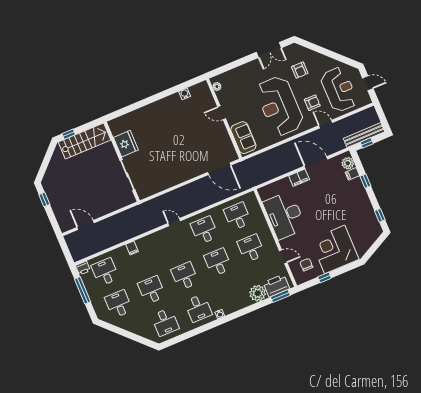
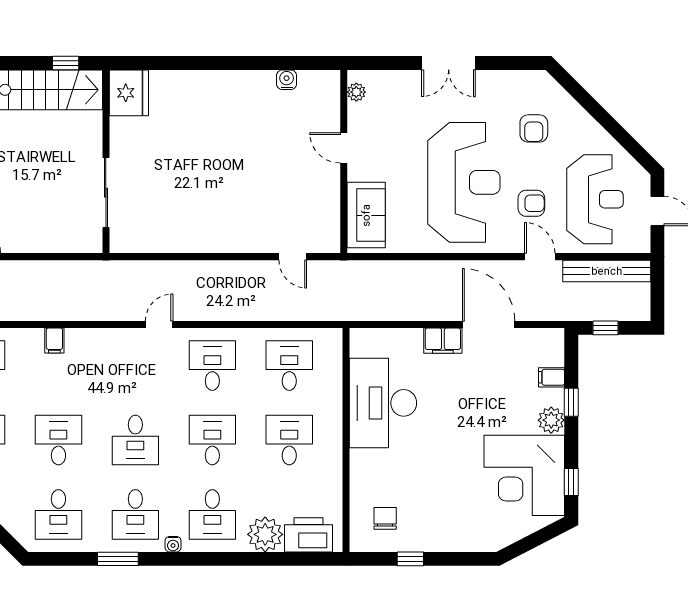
double door: (269, 50) -> (449, 63), moved
reception desk: (279, 106) -> (464, 182), turned 180
window: (69, 134) -> (66, 63), moved
bench: (364, 135) -> (607, 271), moved
fridge: (126, 144) -> (129, 93), moved
plant: (348, 163) -> (551, 420), moved
door: (219, 169) -> (293, 257), width x0.53
door: (174, 222) -> (159, 325), hinge flipped
corner desk: (335, 249) -> (524, 475), moved, turned -90
door: (283, 257) -> (346, 484), removed
desk: (185, 276) -> (135, 440), turned 180
desk: (231, 294) -> (212, 514), added
window: (280, 296) -> (118, 559), moved

